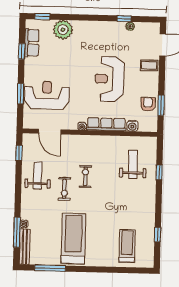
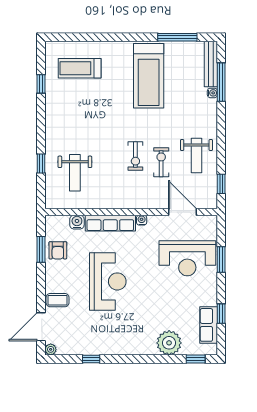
plant: (130, 26) -> (51, 349), moved
exercise bike: (64, 189) -> (161, 162), moved
treadmill: (127, 246) -> (80, 68), turned 90

